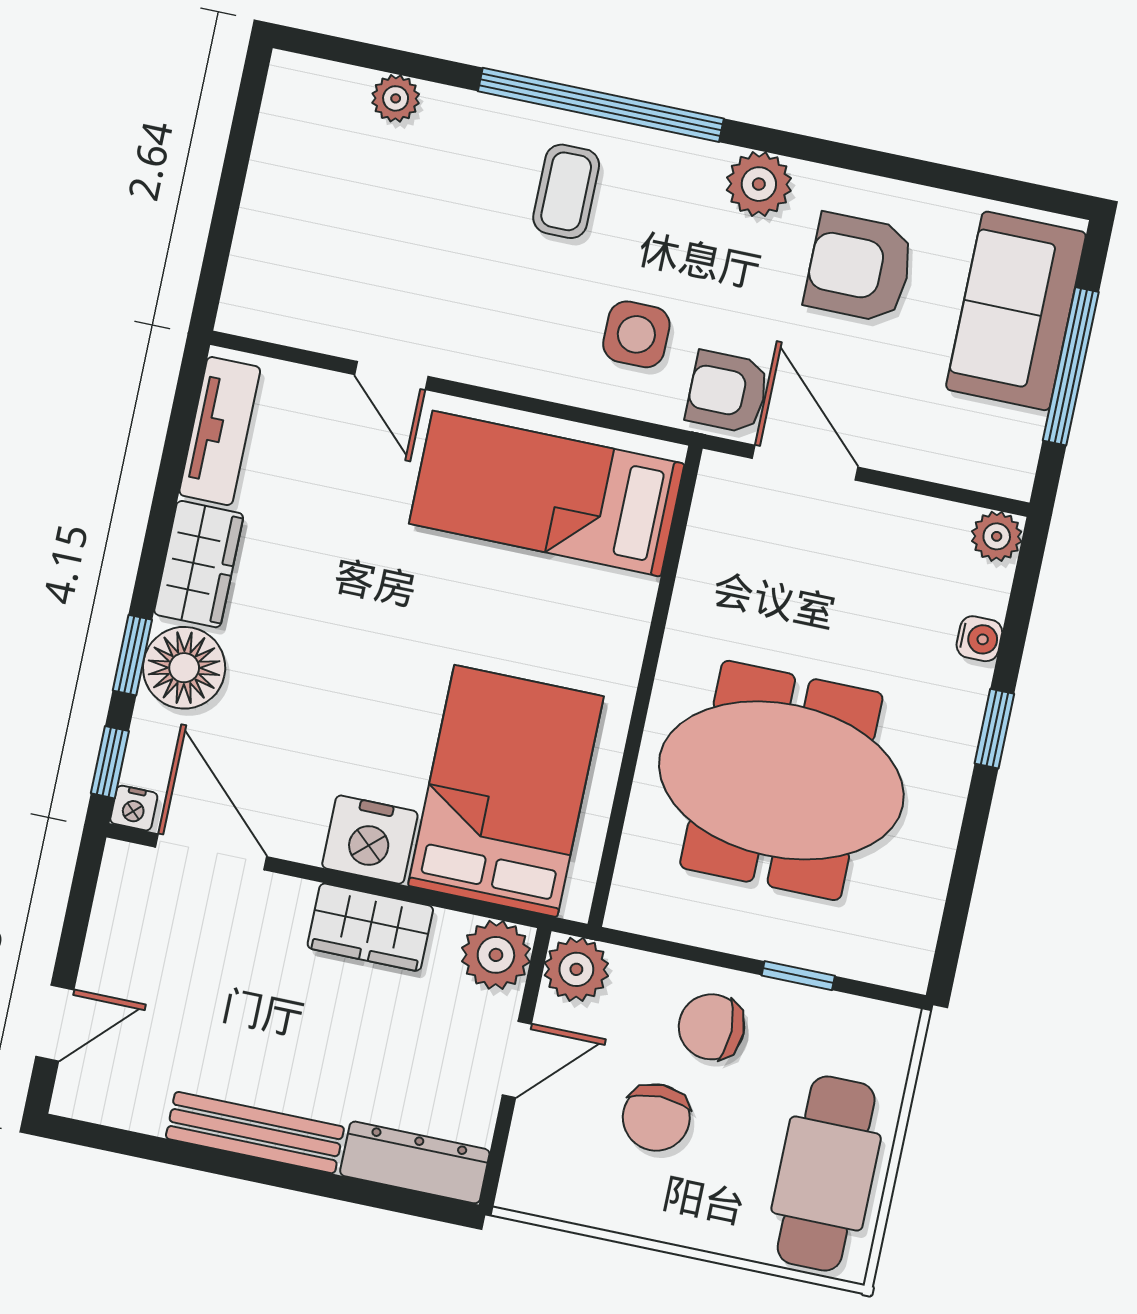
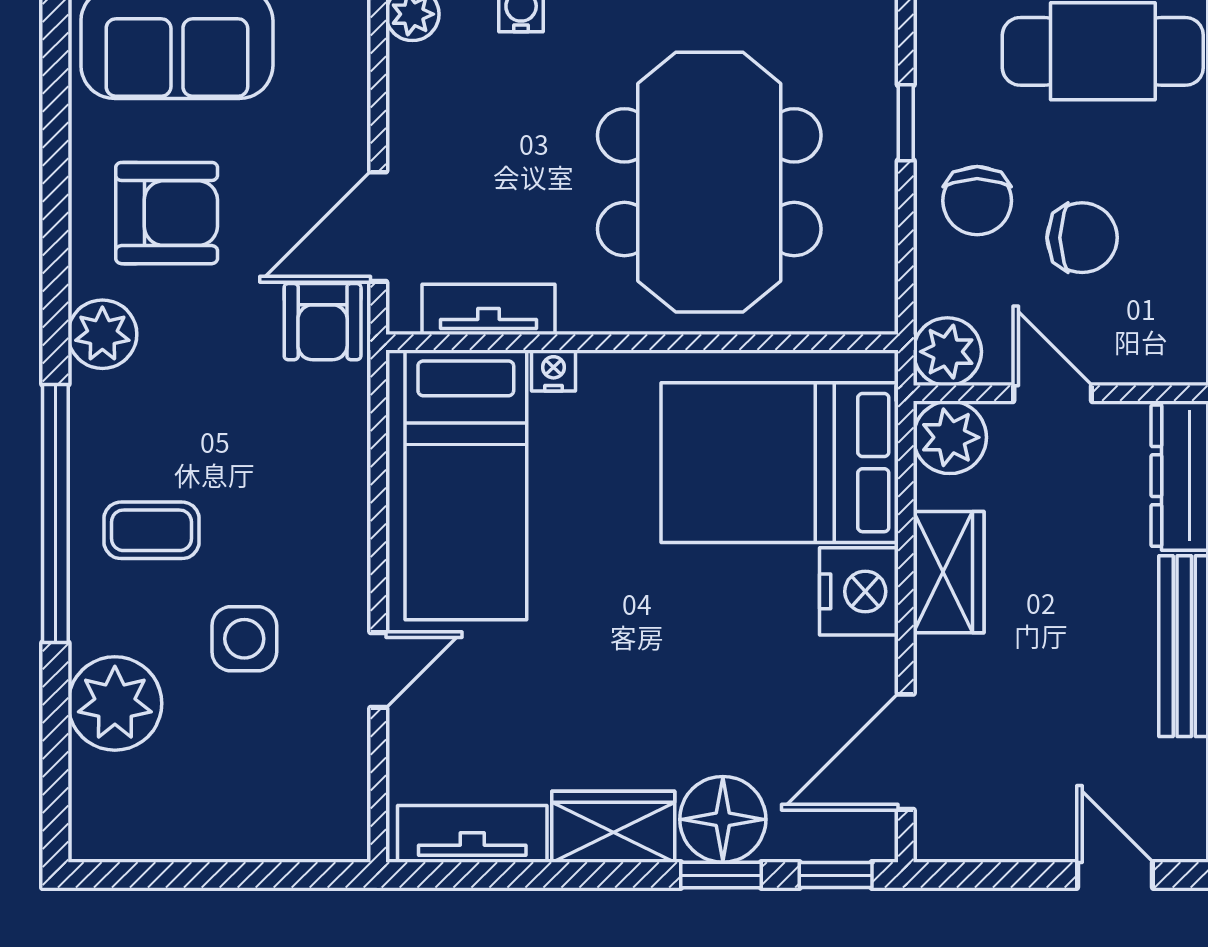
plant: (396, 98) -> (115, 703), width x1.88, depth x1.88
armchair: (859, 268) -> (167, 213), turned -90
side table: (636, 334) -> (244, 639), moved
tv unit: (706, 549) -> (489, 309), added
nightstand: (134, 808) -> (554, 371), moved, turned -90

